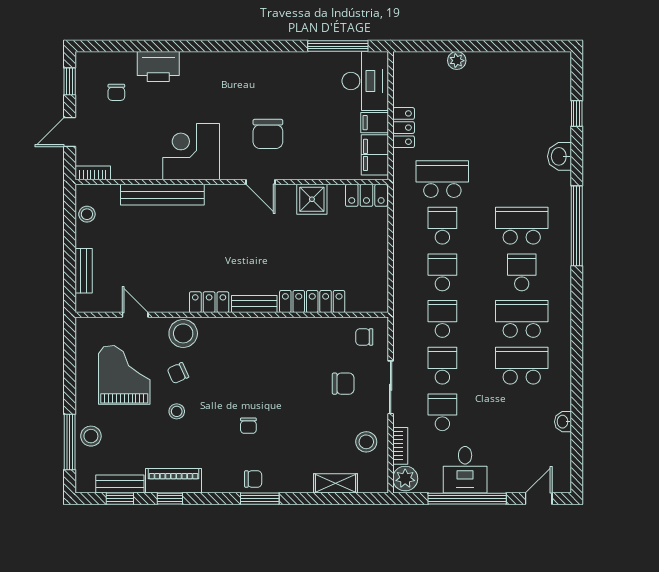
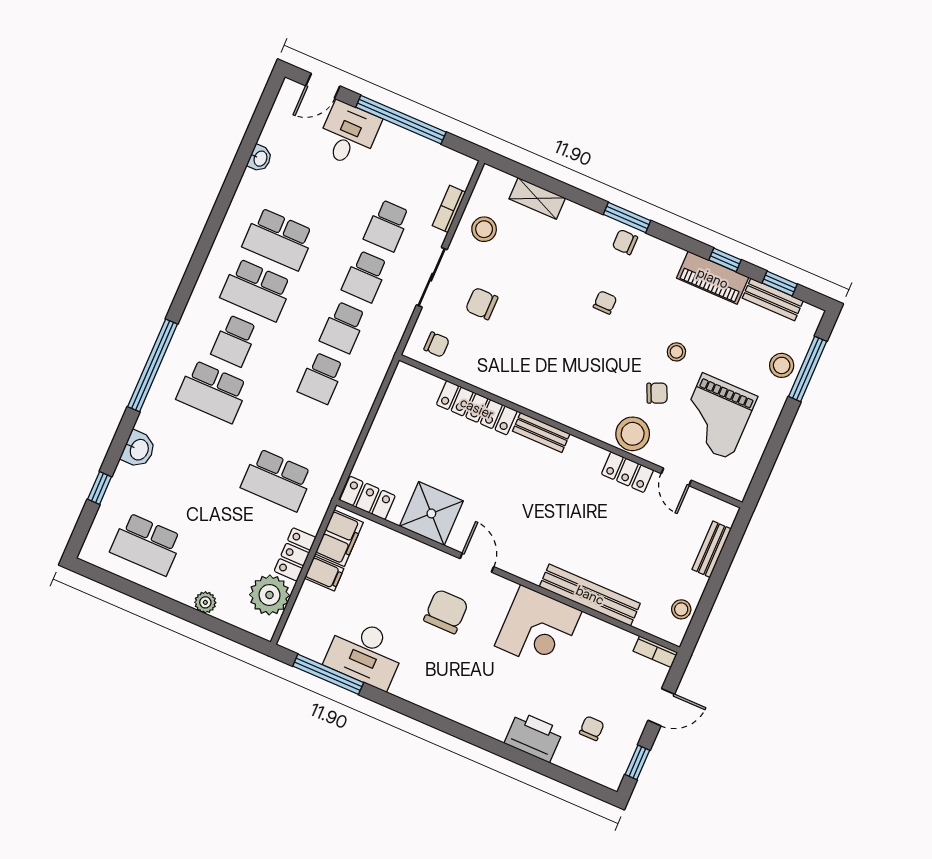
desk: (365, 81) -> (365, 653), moved, turned -90
shower: (312, 199) -> (431, 513), width x1.36, depth x1.36
school desk: (442, 226) -> (146, 544), moved, width x1.85
locker: (209, 302) -> (627, 472), moved
desk: (465, 470) -> (348, 134), moved
plant: (405, 479) -> (269, 595), moved, width x1.36, depth x1.36

